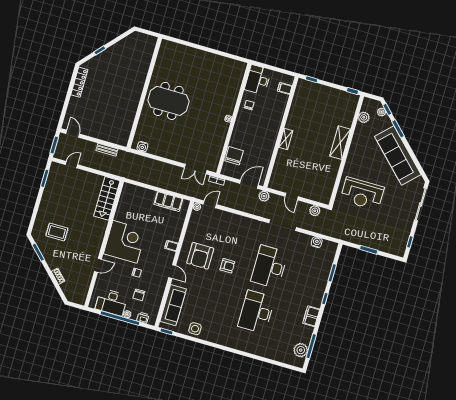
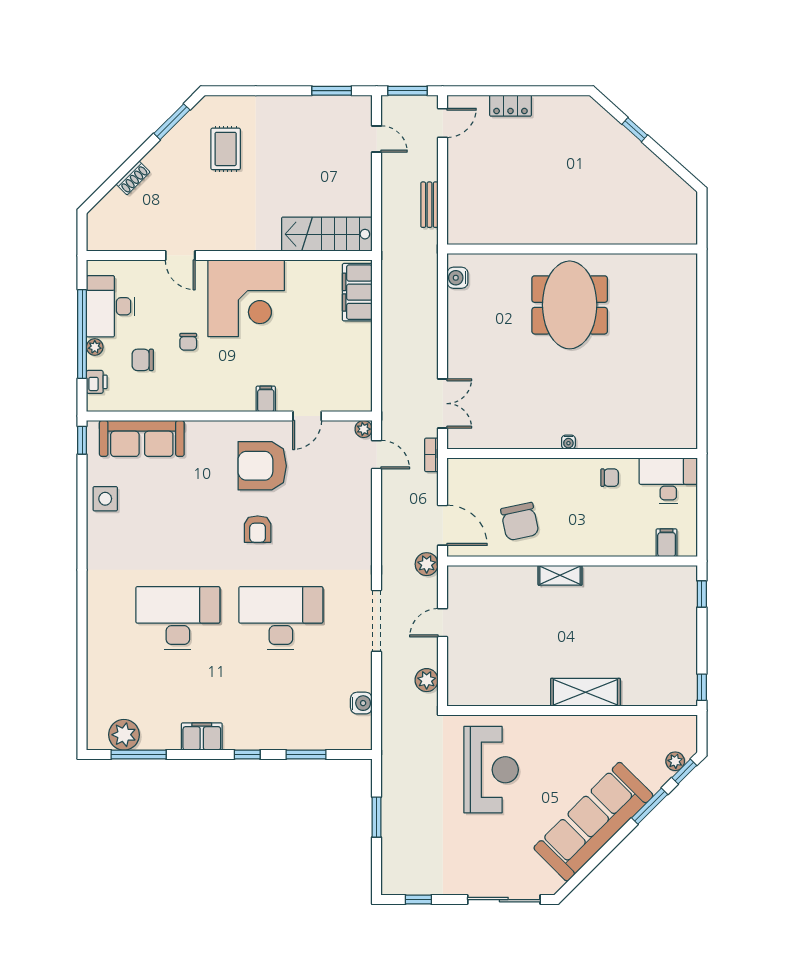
locker: (79, 82) -> (510, 106), moved, width x0.66
plant: (364, 117) -> (653, 727), removed
chair: (234, 156) -> (520, 521), moved, turned 78
double door: (196, 169) -> (443, 404), swing flipped
reception desk: (362, 194) -> (491, 770), turned 180
filing cabinet: (168, 202) -> (357, 292), moved
door: (172, 271) -> (307, 416), moved

